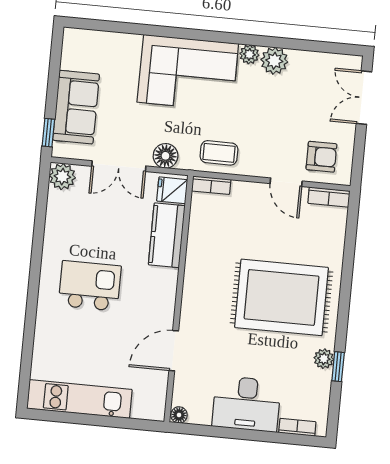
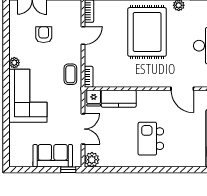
plant: (274, 61) -> (16, 49), removed
floor lamp: (166, 156) -> (75, 104), removed
armchair: (321, 157) -> (44, 35), moved

